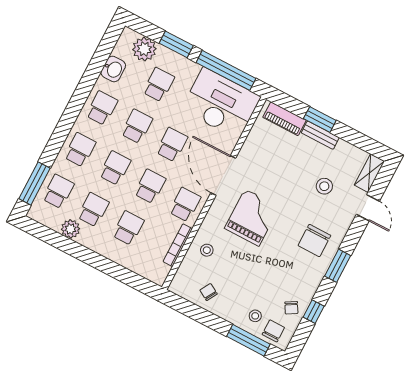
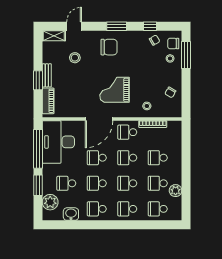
window: (35, 183) -> (160, 225), removed

